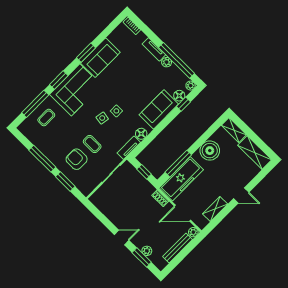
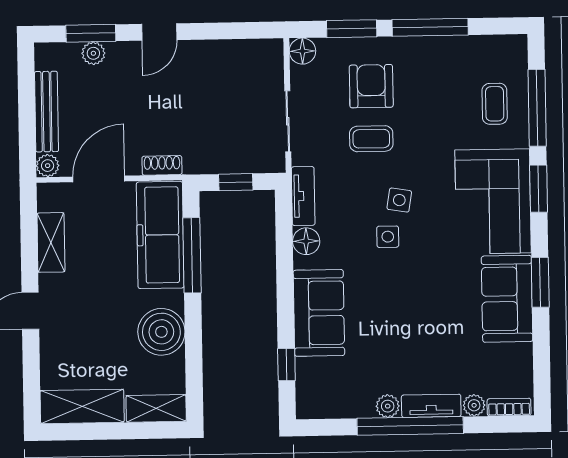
window: (177, 60) -> (410, 426), moved
plant: (191, 86) -> (474, 405), moved
floor lamp: (179, 96) -> (302, 51), moved
armchair: (77, 159) -> (371, 86), turned -90

